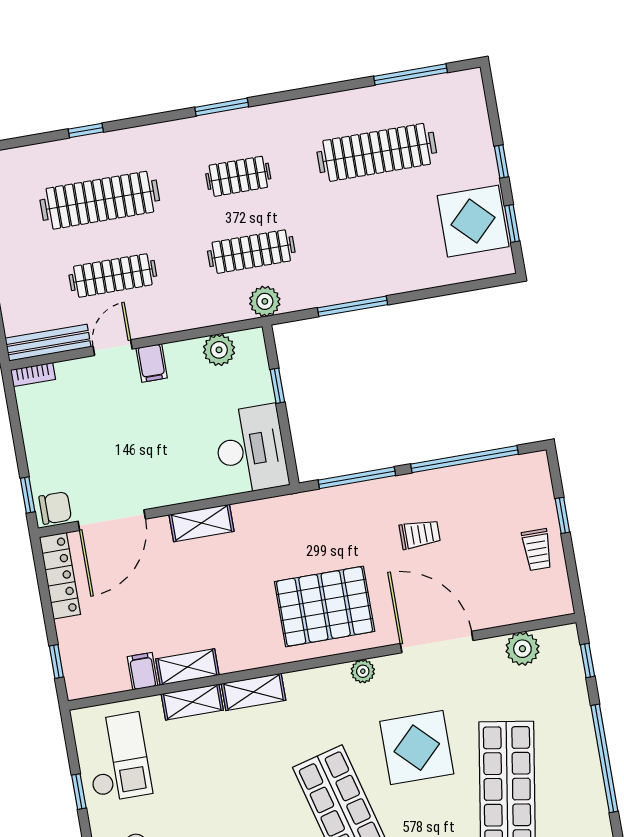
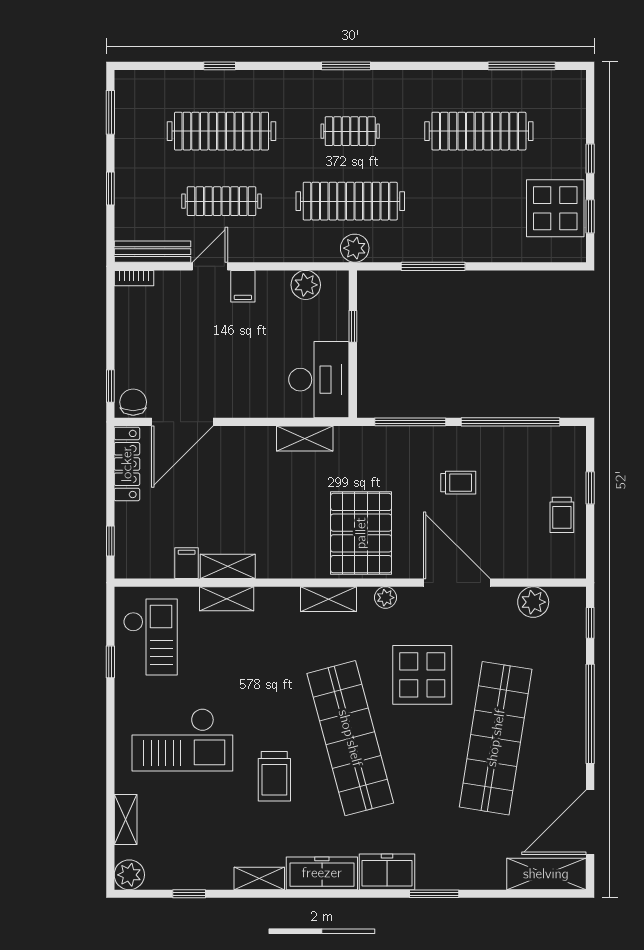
clothes rail: (251, 252) -> (350, 201), width x1.37, depth x1.31
chair: (55, 508) -> (133, 402), turned -90
shelving: (202, 523) -> (305, 438), moved
pallet: (325, 606) -> (361, 533), turned 90
shelving: (254, 692) -> (328, 599), moved

